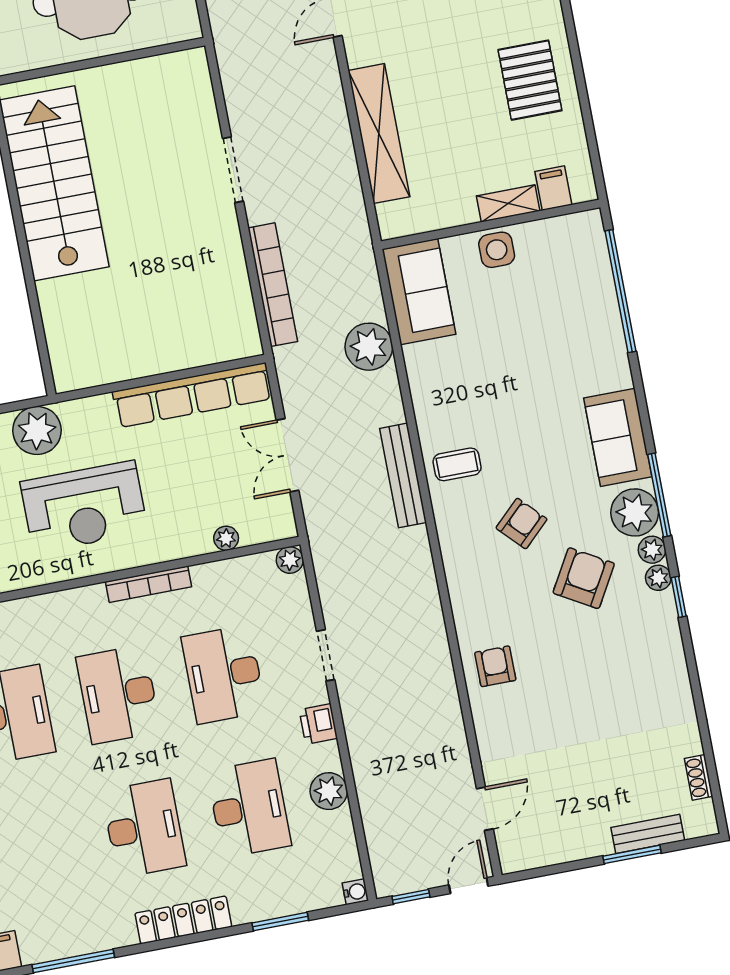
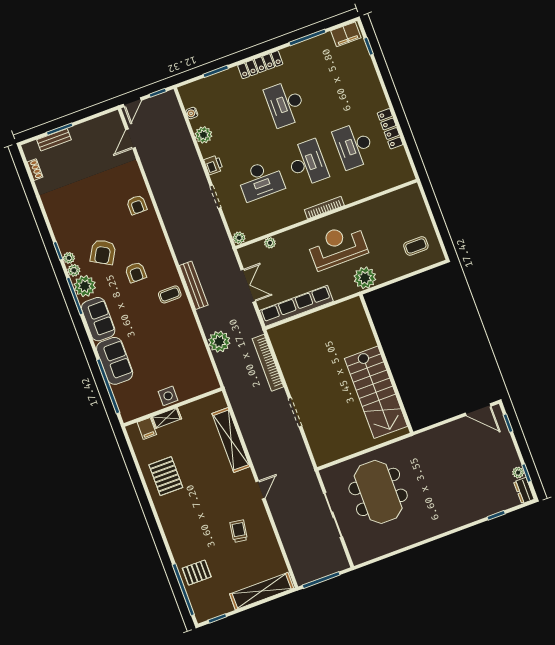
sofa: (419, 292) -> (115, 361), moved, turned 180
armchair: (521, 524) -> (136, 272), turned -46
bookcase: (148, 584) -> (324, 208), moved
desk: (224, 674) -> (261, 180), turned 90
desk: (249, 808) -> (239, 121), removed
water cooler: (355, 892) -> (192, 113), moved

